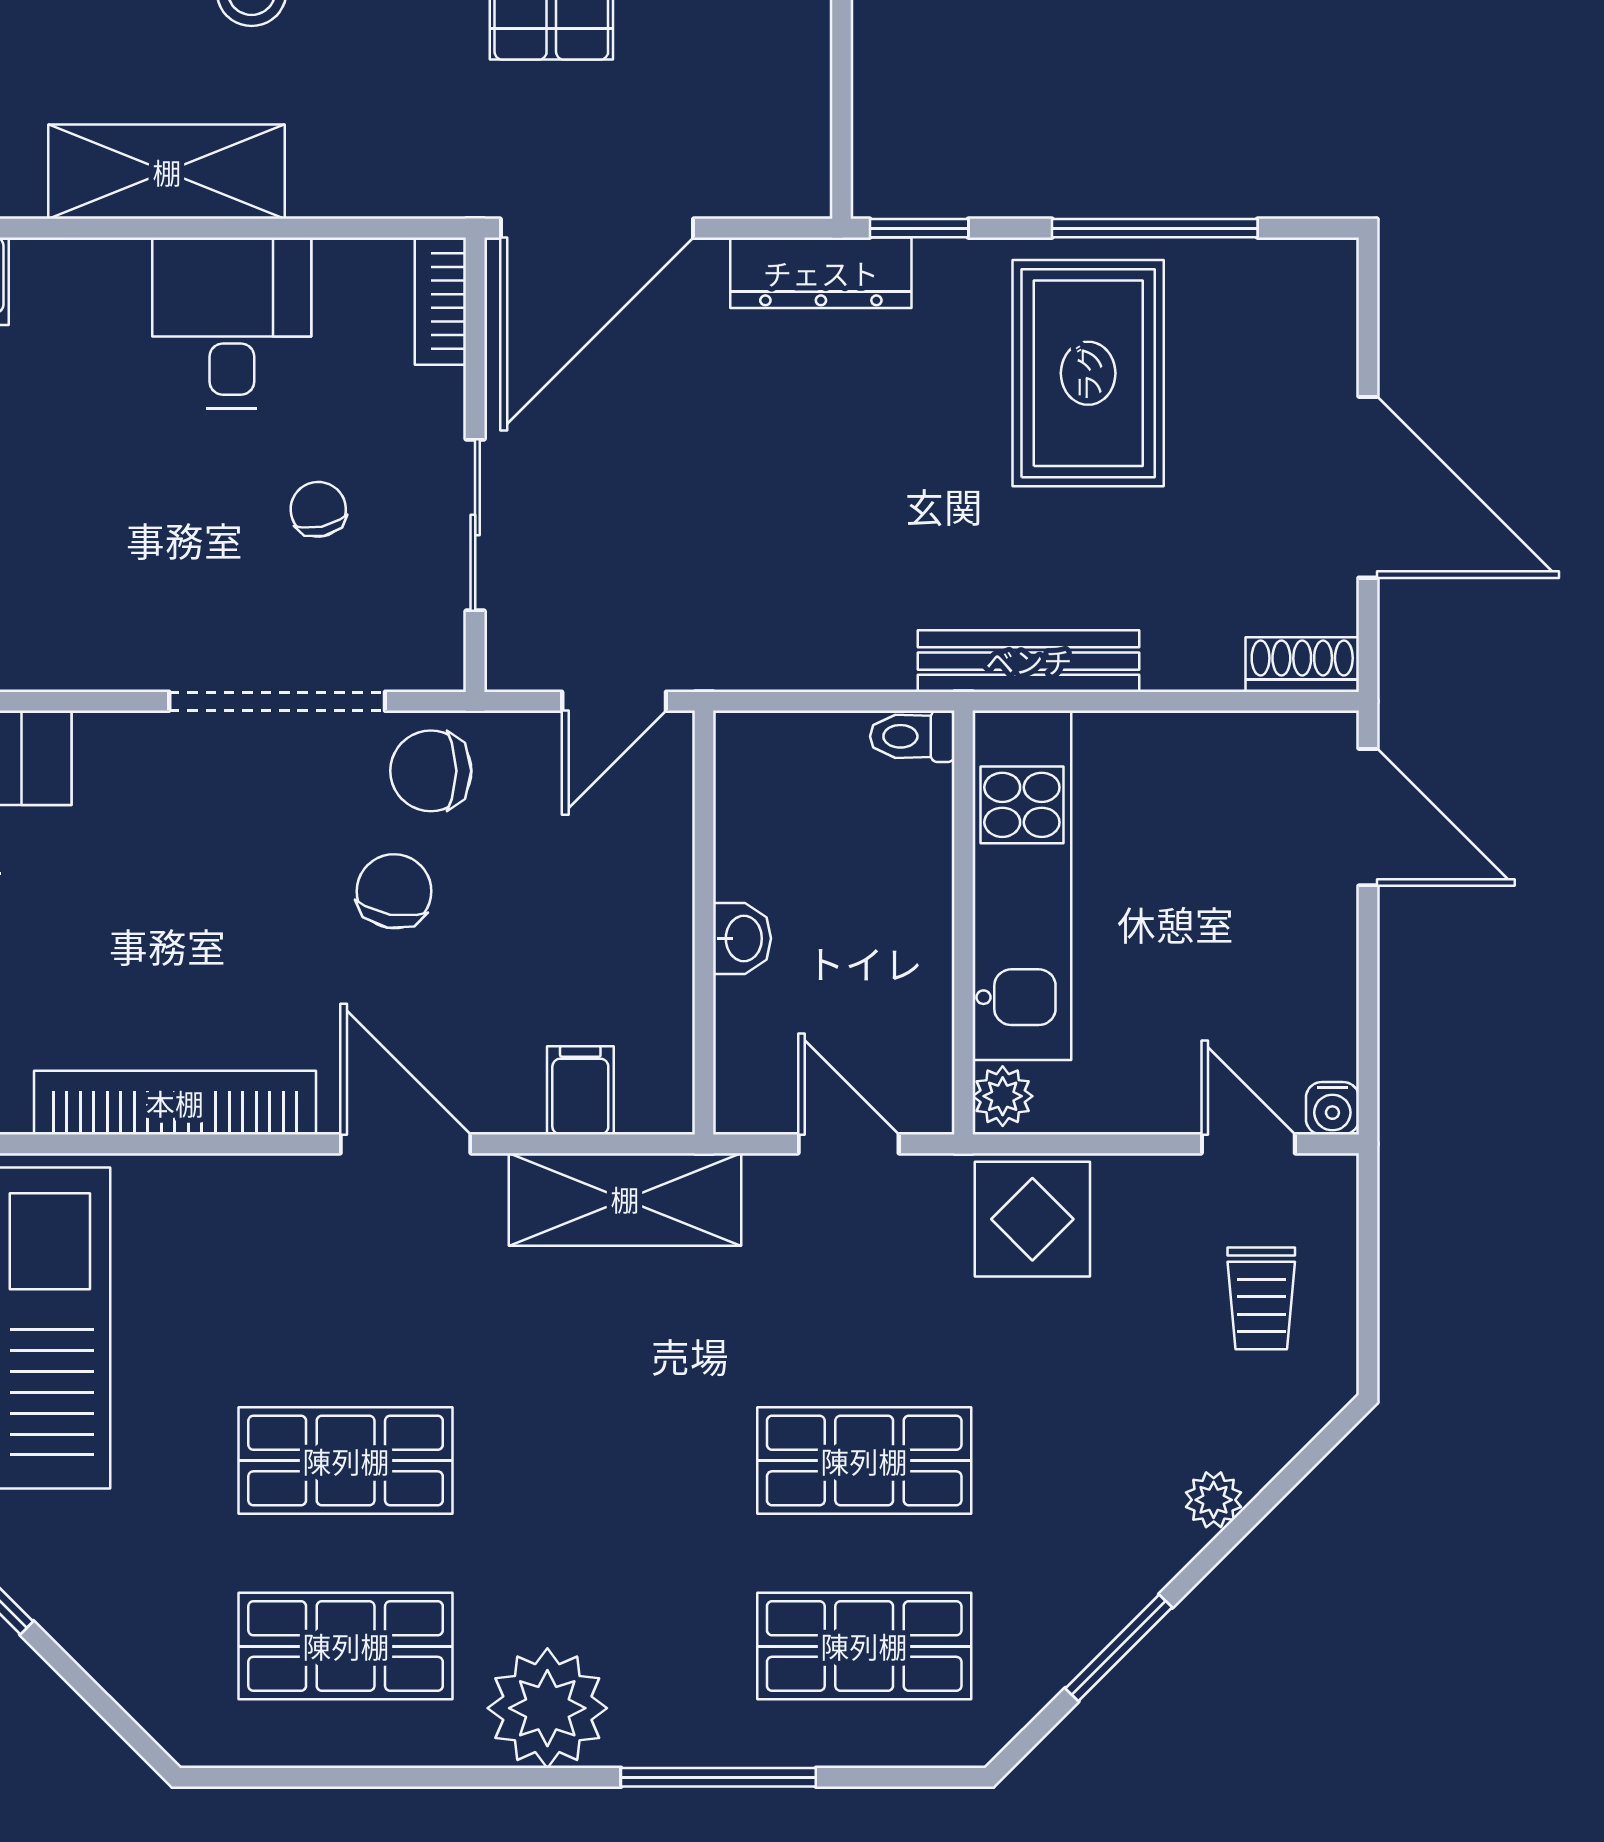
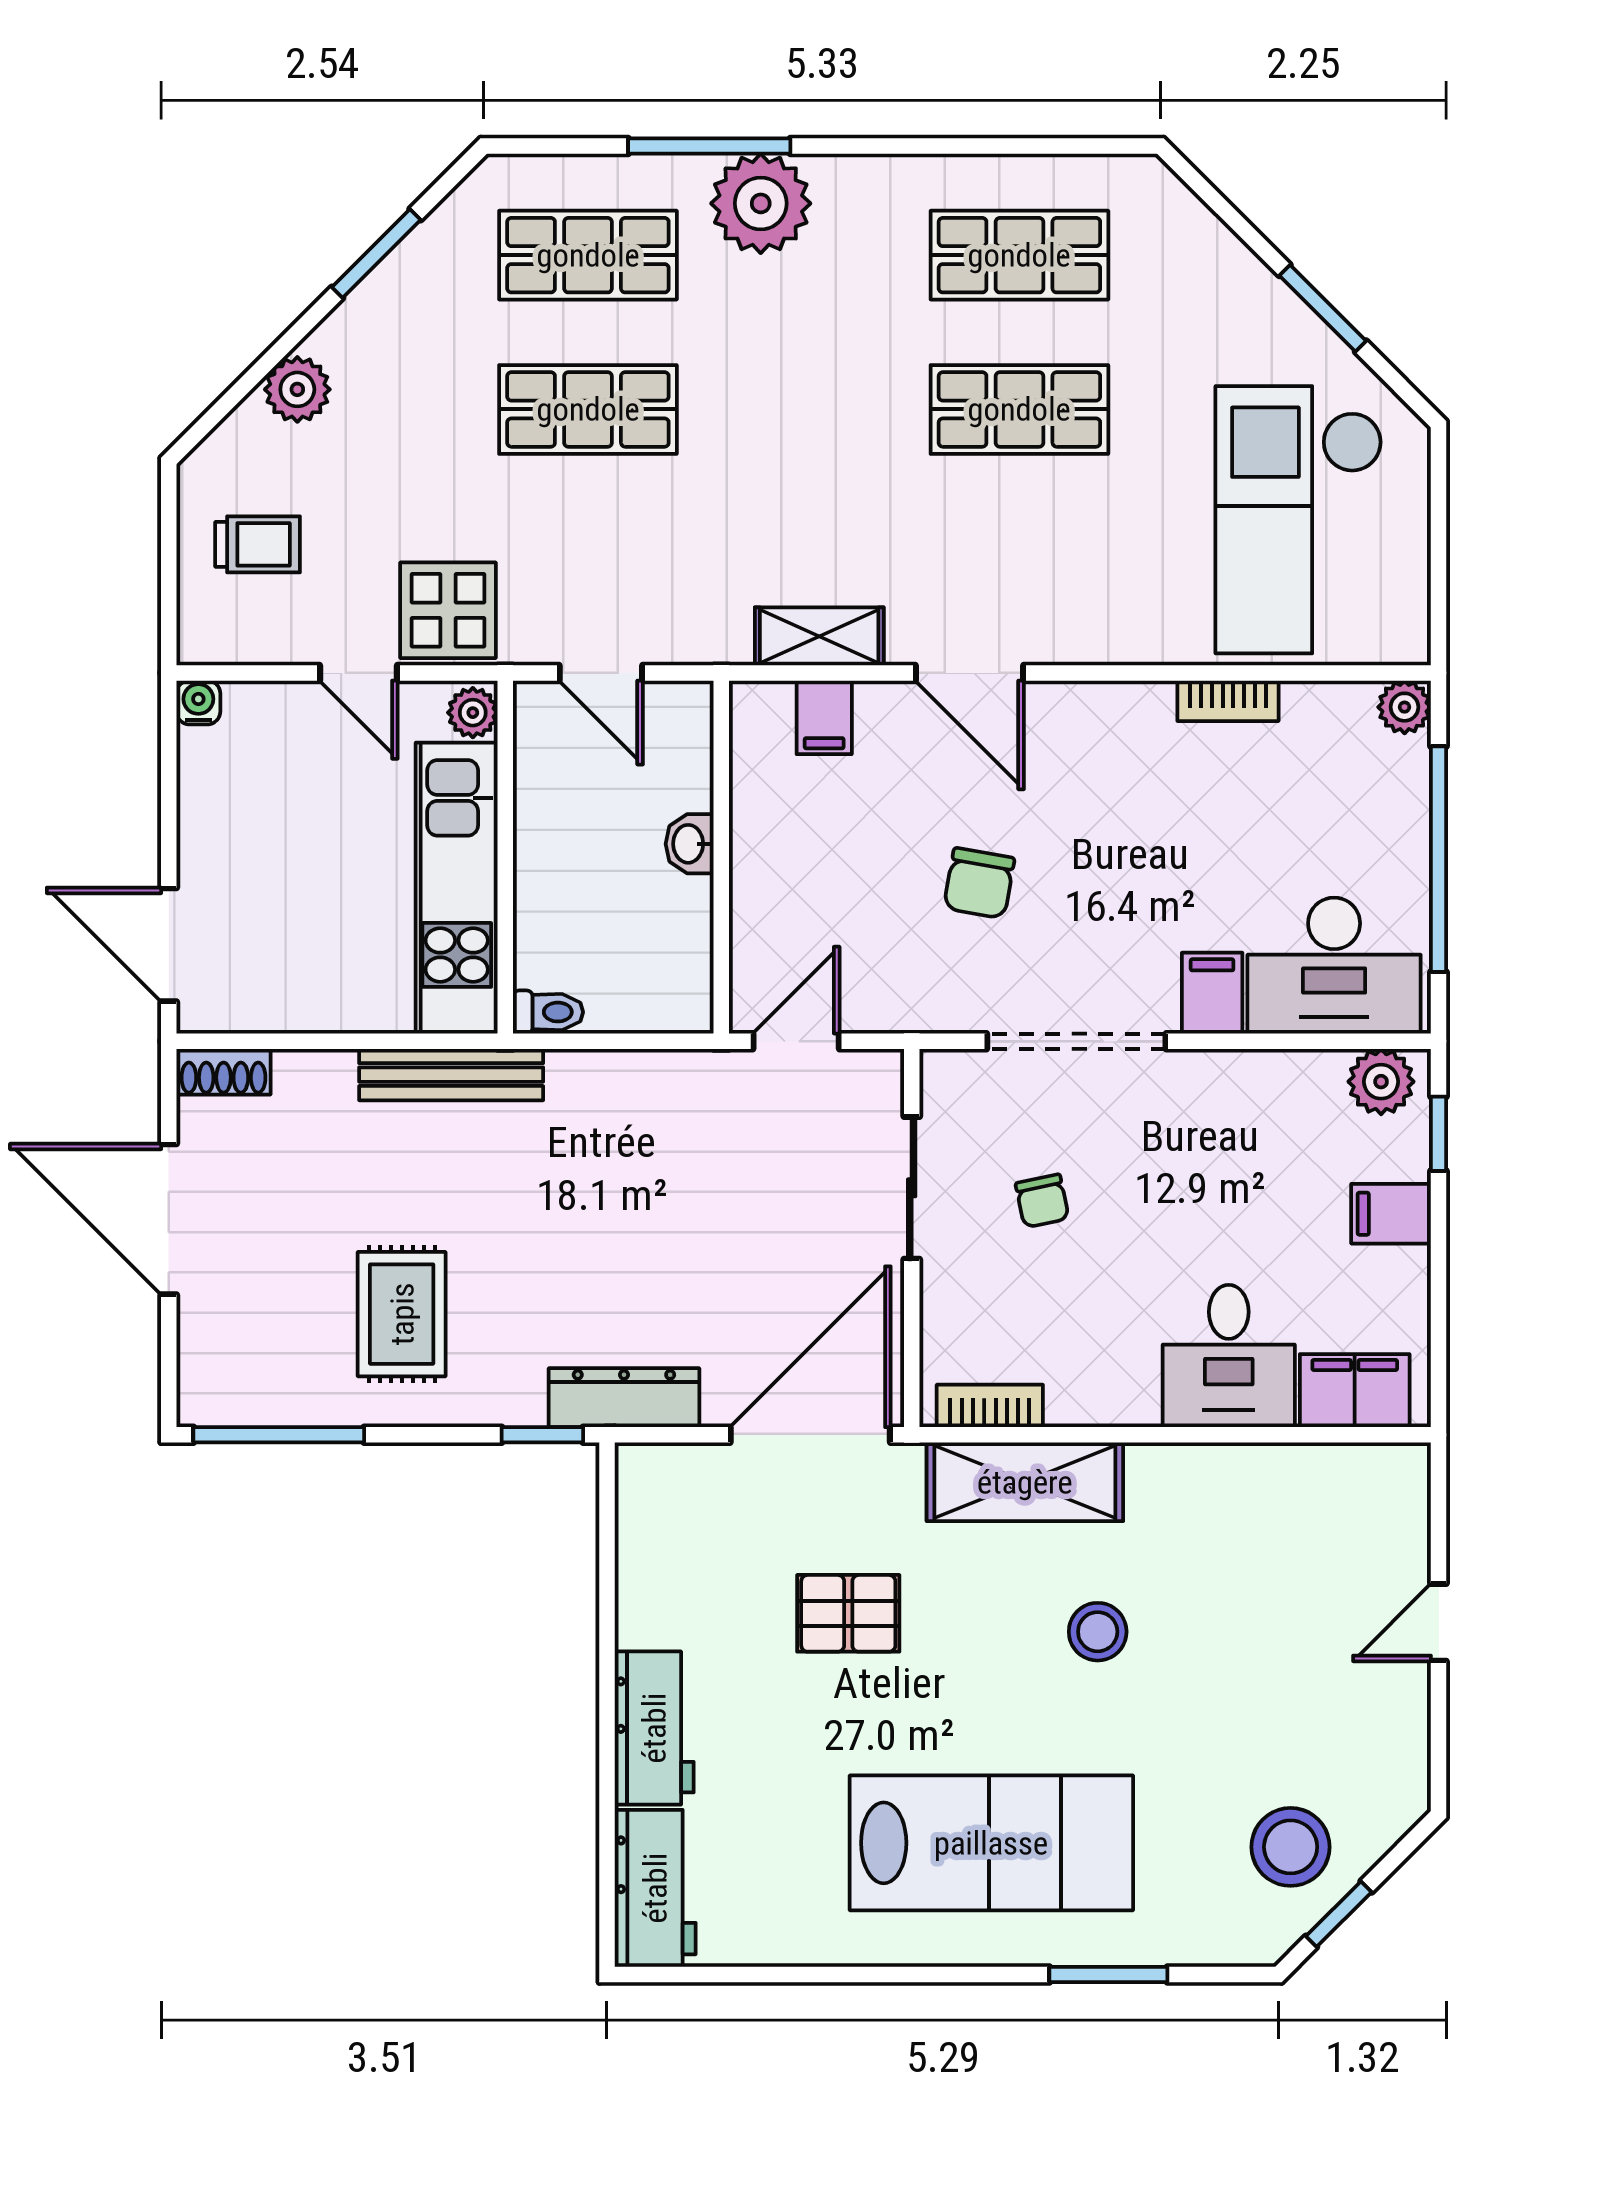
shelving: (167, 172) -> (1025, 1482), moved
window: (1155, 228) -> (279, 1435), moved
bookcase: (440, 301) -> (990, 1406), moved, turned -90
desk: (232, 323) -> (1229, 1356), moved
rug: (1088, 373) -> (402, 1314), width x0.73, depth x0.70
filing cabinet: (114, 759) -> (1212, 993), added
chair: (431, 771) -> (949, 983), removed
bookcase: (175, 1103) -> (1228, 701), width x0.43, depth x0.76
door: (1248, 1144) -> (359, 673), moved
shelving: (625, 1199) -> (819, 636), width x0.67, depth x0.75
trolley: (1261, 1298) -> (258, 544), turned 90
plant: (1214, 1500) -> (297, 389), width x1.38, depth x1.38
plant: (547, 1708) -> (761, 203), moved

